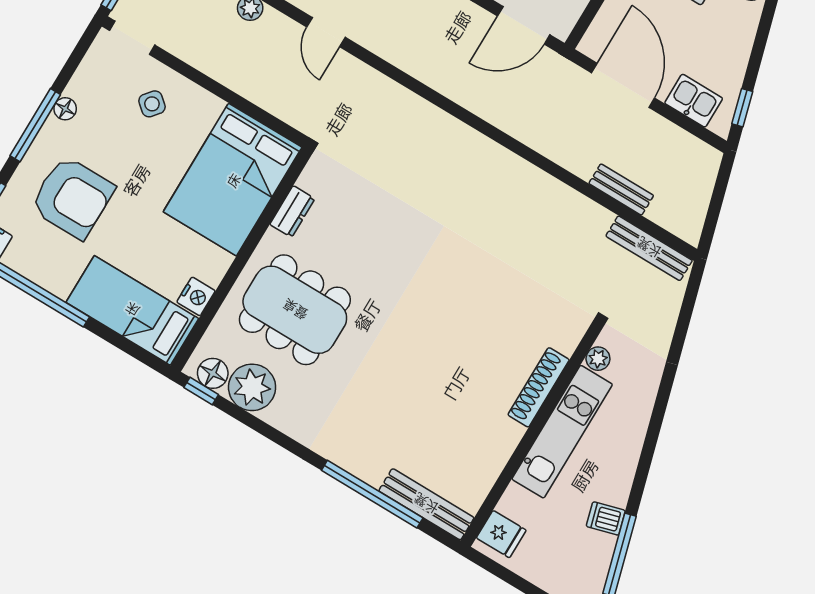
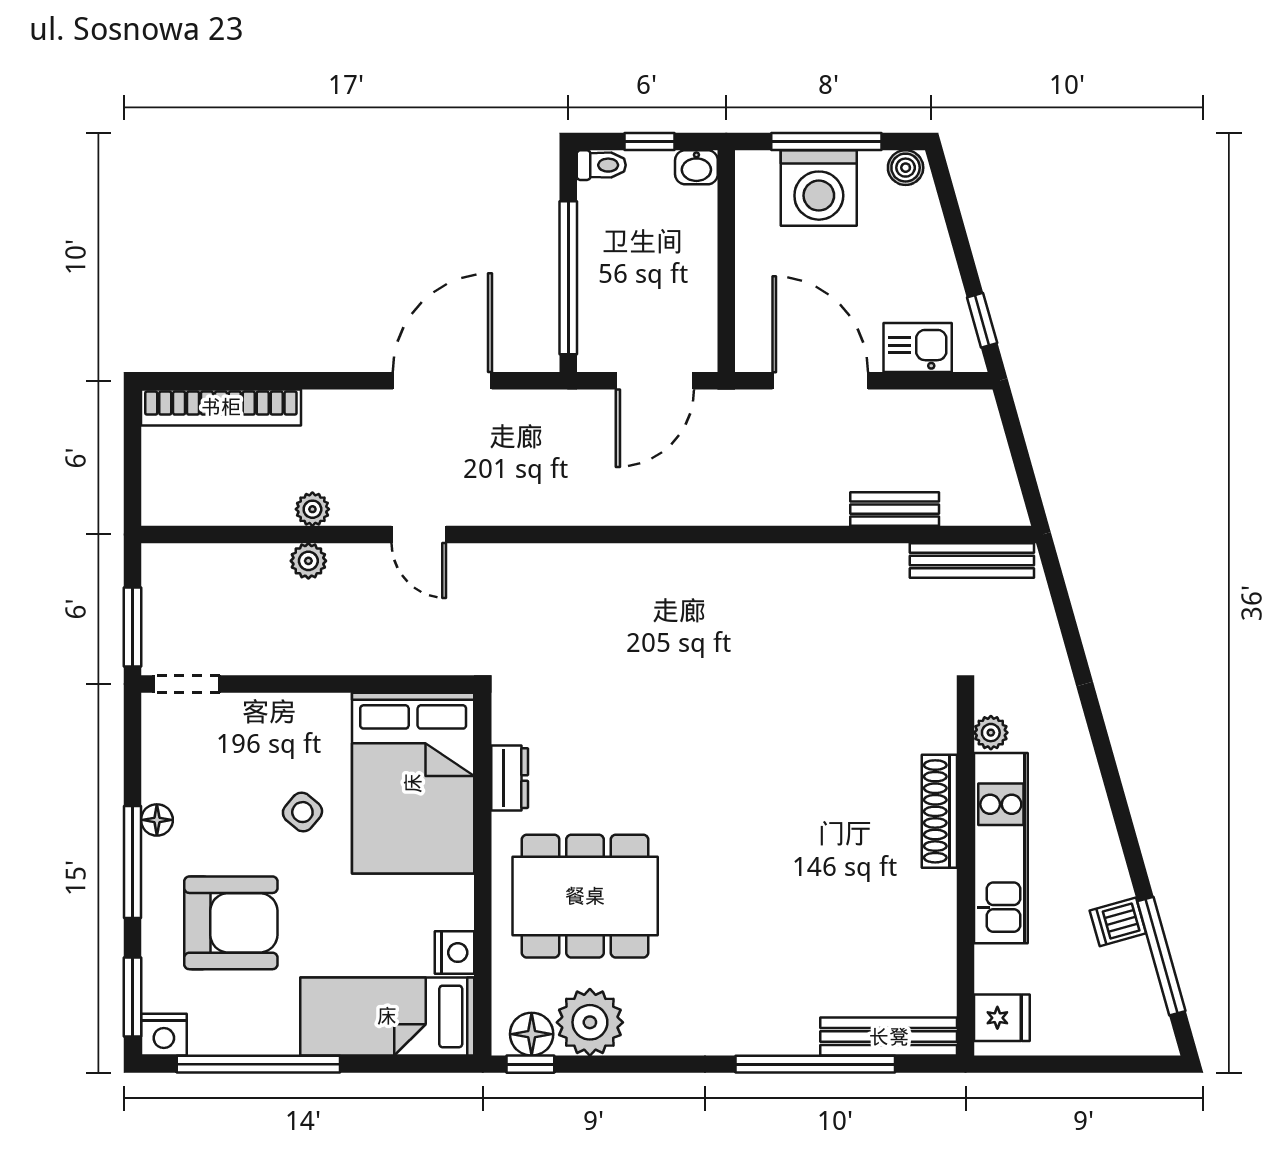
side table: (152, 104) -> (302, 812), moved

